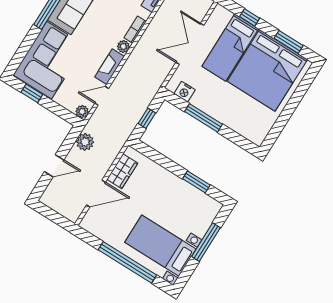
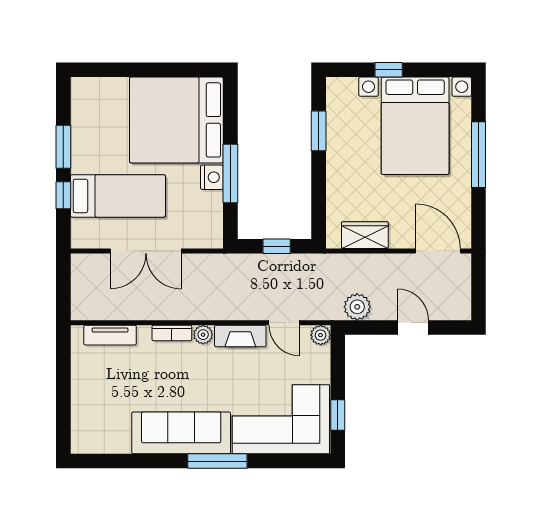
window: (289, 42) -> (63, 147), moved
bed: (267, 70) -> (176, 120), moved, turned 180
nightstand: (185, 92) -> (212, 177), moved
door: (96, 193) -> (438, 251), moved
window: (206, 242) -> (389, 70), width x0.46
bed with nightstands: (160, 246) -> (415, 126), width x1.36
window: (127, 262) -> (478, 155), width x0.68

